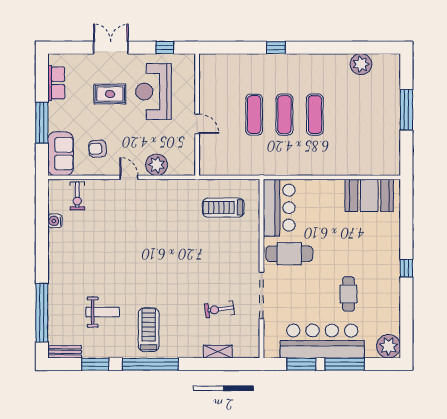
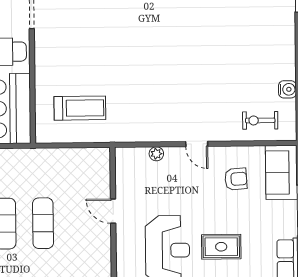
plant: (157, 165) -> (156, 154), width x0.53, depth x0.53
exercise bike: (77, 196) -> (260, 120), turned -90

